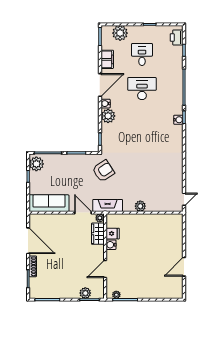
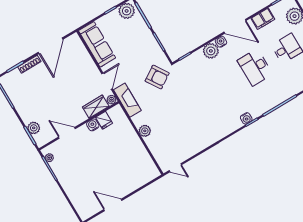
desk: (142, 89) -> (255, 67), turned 180

